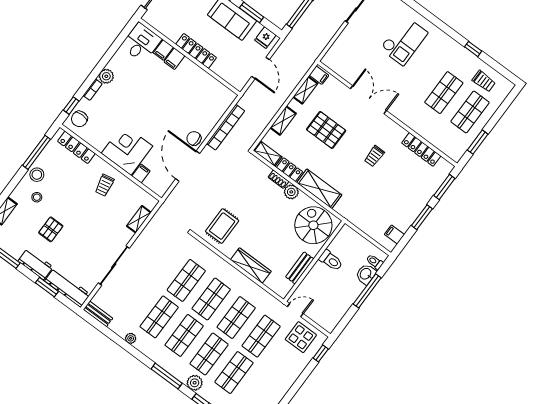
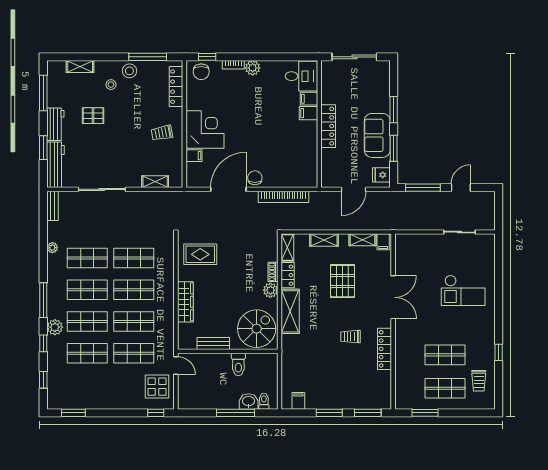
chair: (79, 119) -> (201, 72), turned -90
locker: (421, 149) -> (385, 349), moved

